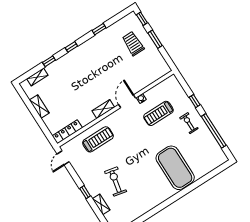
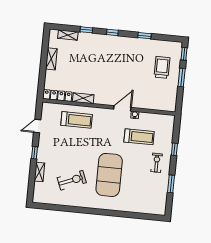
shelving: (103, 109) -> (83, 98), moved
treadmill: (158, 113) -> (139, 137), turned 180
window: (214, 131) -> (171, 184), width x0.47
door: (63, 158) -> (37, 126), moved
exercise mat: (175, 168) -> (109, 175), moved
exercise bike: (116, 181) -> (72, 180), moved, turned 56

